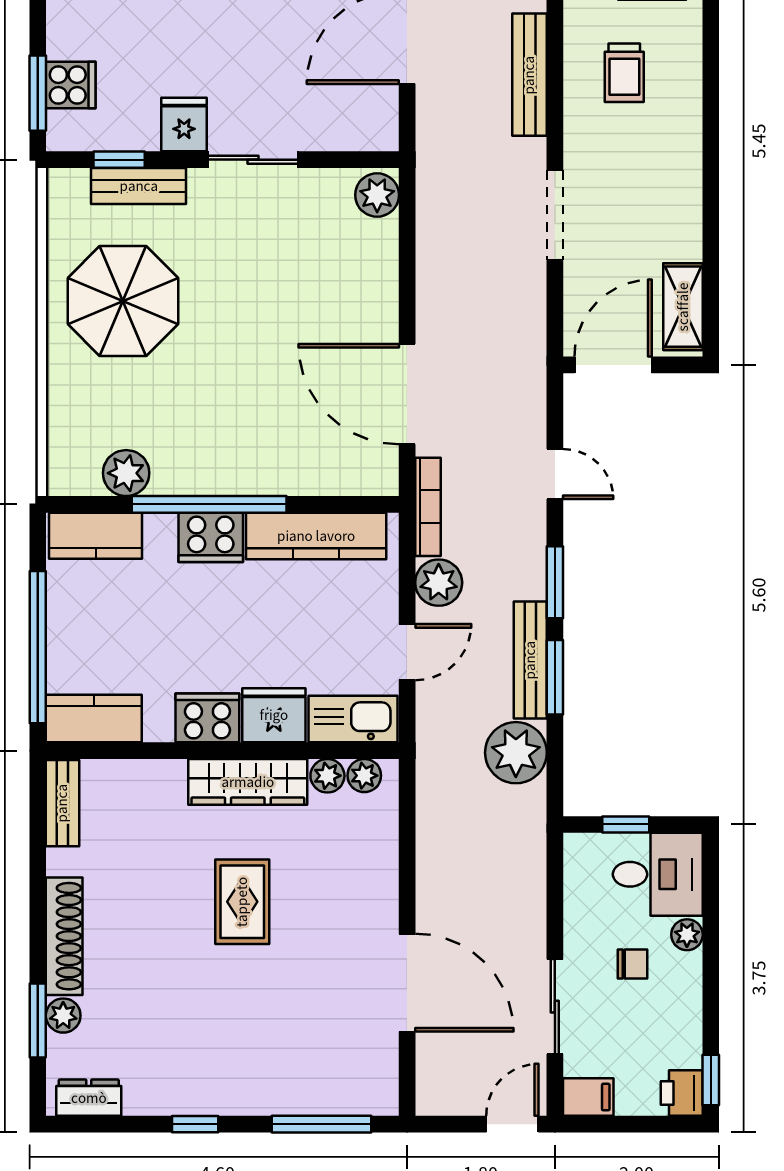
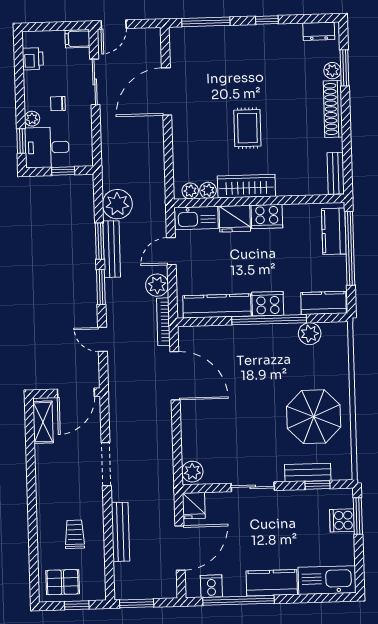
fridge: (184, 125) -> (194, 506), moved
kitchen counter: (94, 719) -> (334, 231), moved, turned 90
door: (407, 983) -> (167, 91), hinge flipped
window: (711, 1080) -> (21, 141), moved
printer: (682, 1093) -> (33, 59), moved

